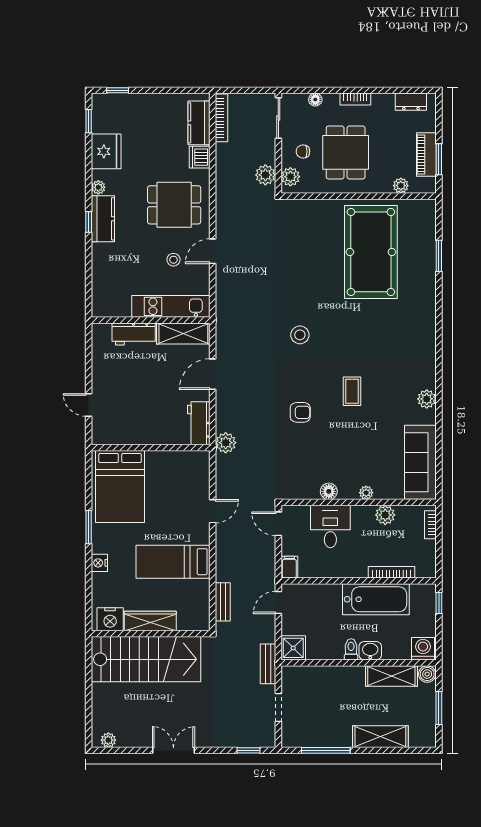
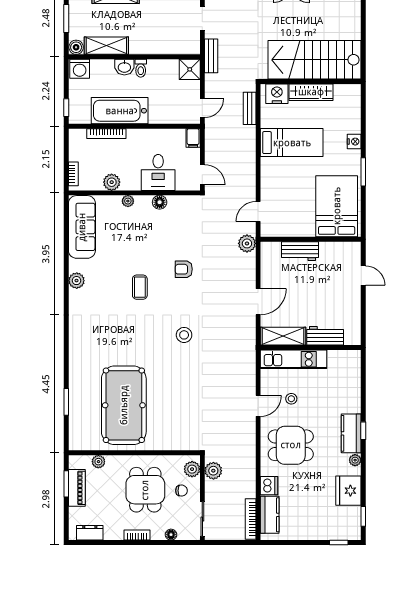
workbench: (199, 423) -> (300, 251), moved, turned 90
door: (213, 511) -> (258, 211), moved
nightstand: (110, 619) -> (277, 94), moved

